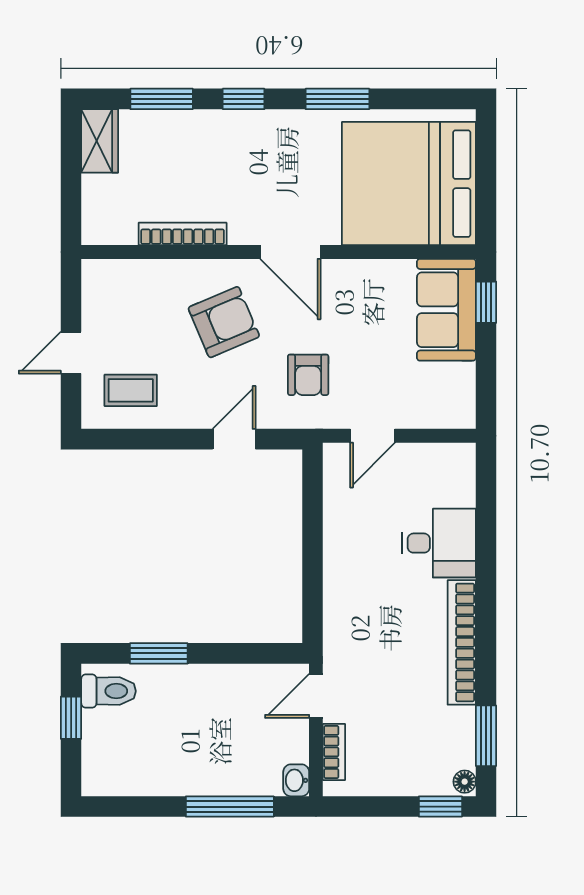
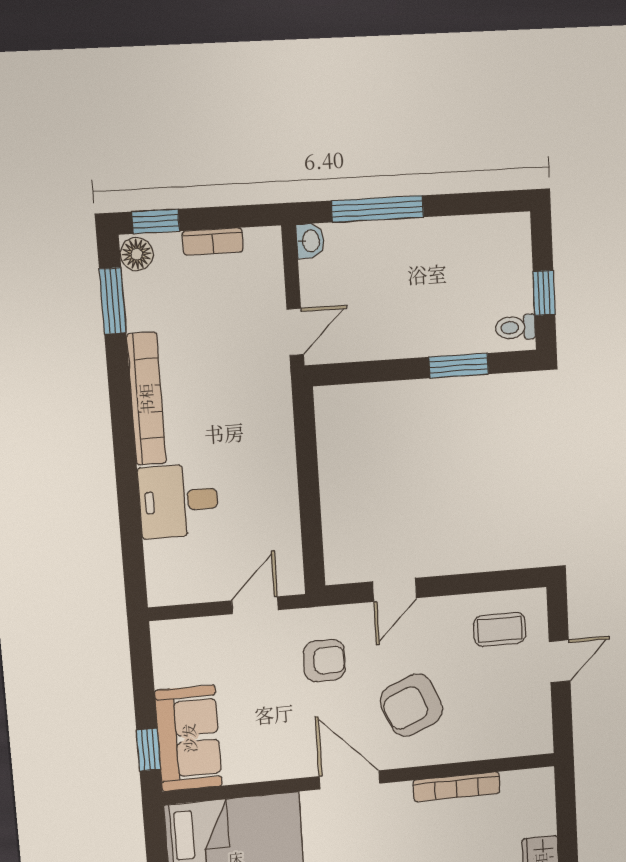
armchair: (308, 375) -> (324, 661), turned 90
toilet: (109, 691) -> (515, 327), width x0.73, depth x0.72
bookcase: (334, 752) -> (213, 241), moved, turned -90
floor lamp: (465, 782) -> (137, 254), width x1.37, depth x1.37

